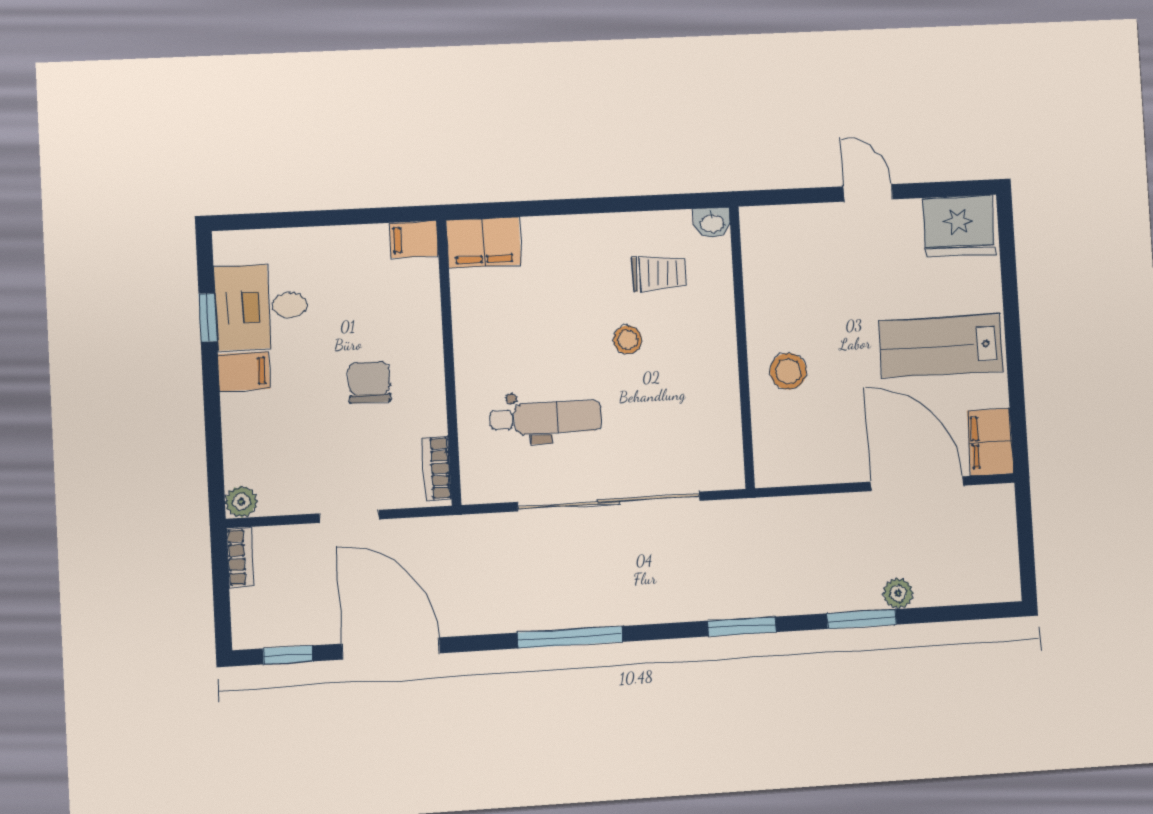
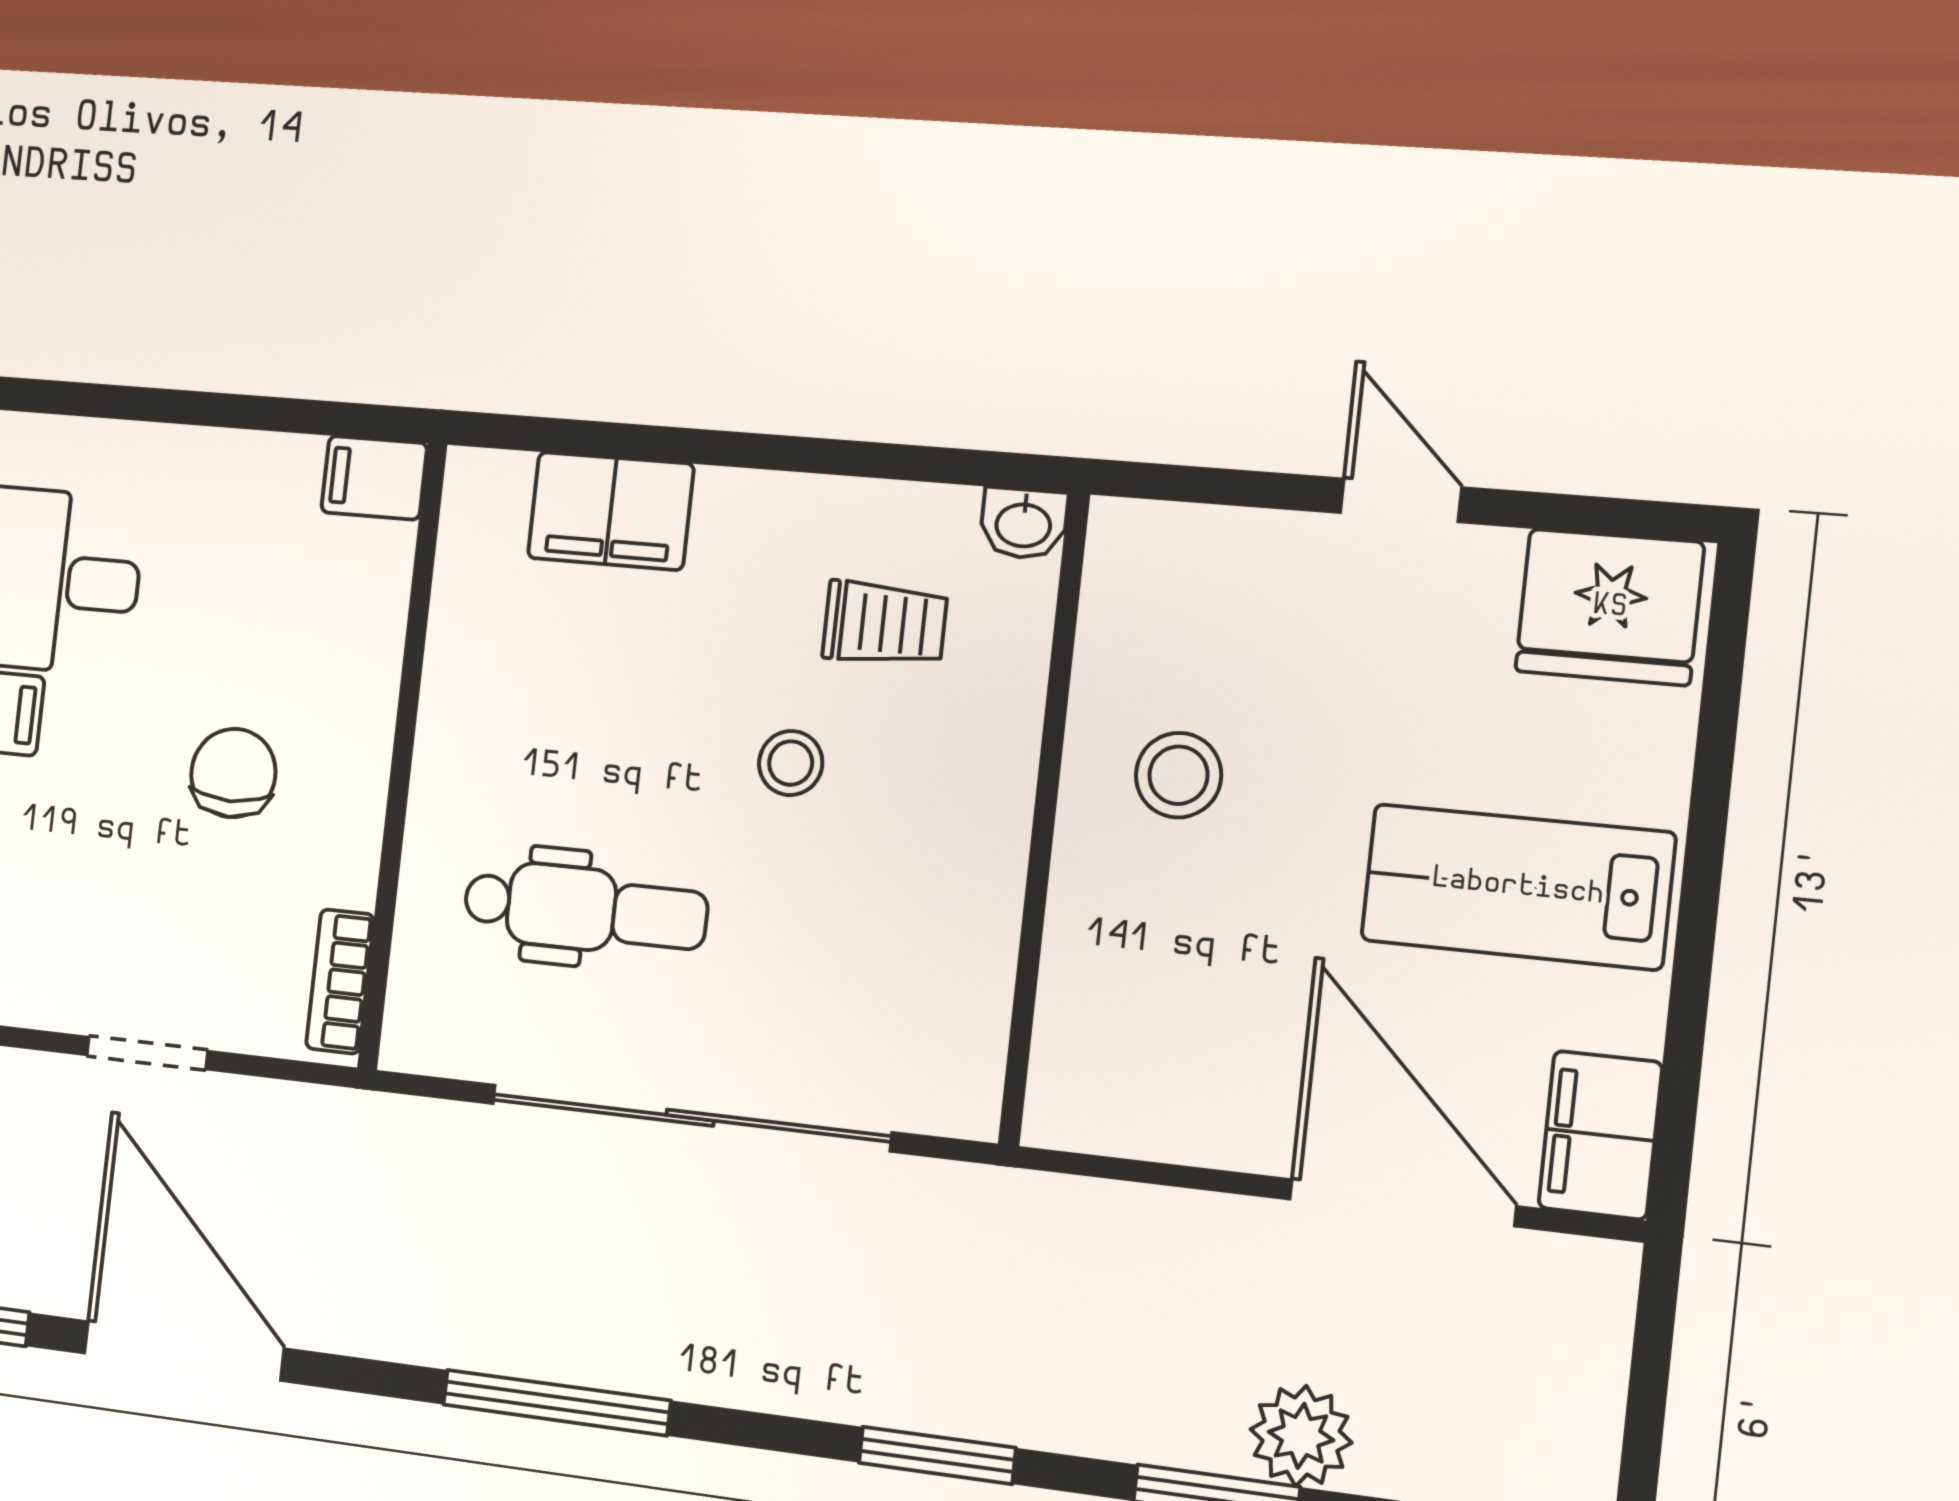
filing cabinet: (484, 242) -> (611, 511), moved
stool: (788, 371) -> (1178, 775), moved
plant: (898, 593) -> (1301, 1436), width x1.38, depth x1.38

